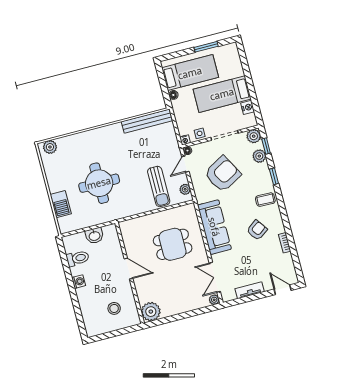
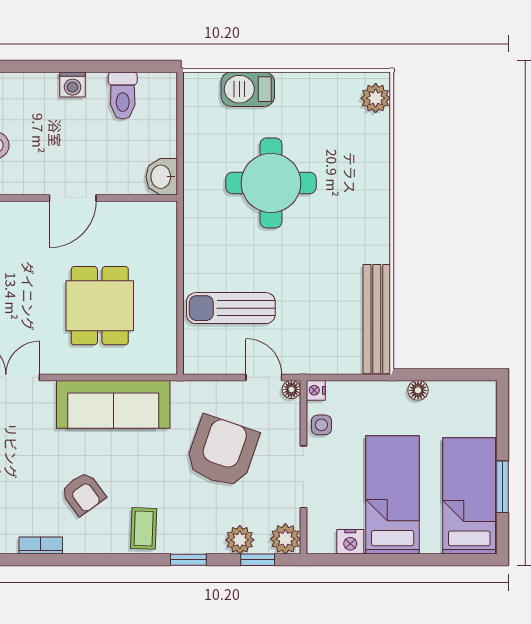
bed: (190, 73) -> (469, 496), moved, turned 180
armchair: (223, 174) -> (222, 452), turned -132
plant: (185, 189) -> (210, 363), removed
washbasin: (94, 236) -> (162, 177), moved

